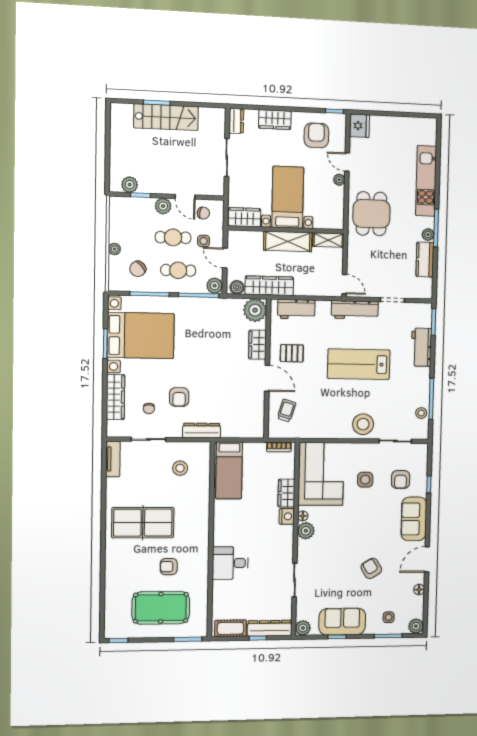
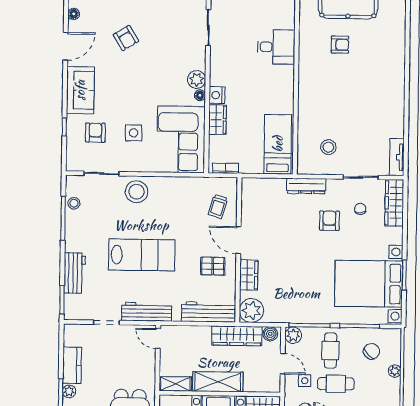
cafe table: (178, 270) -> (331, 350), turned 90
workbench: (296, 309) -> (208, 312), width x1.37
wardrobe: (115, 397) -> (394, 203), moved
table tennis table: (143, 523) -> (367, 91), removed

